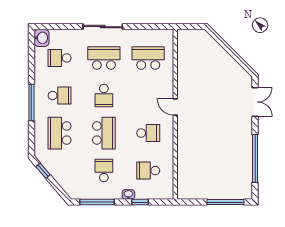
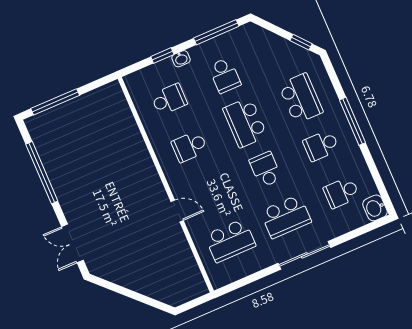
school desk: (60, 58) -> (341, 192), turned 180
door: (175, 107) -> (177, 211), moved

